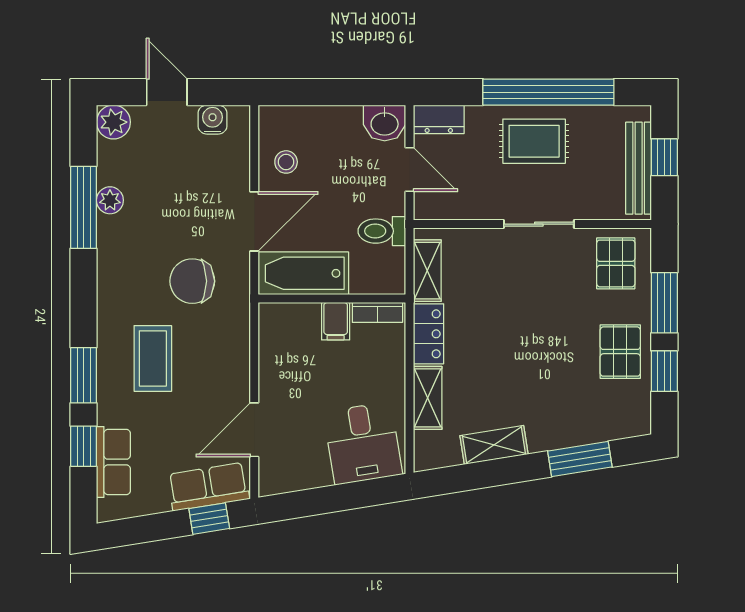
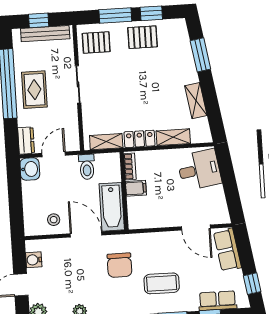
window: (209, 519) -> (252, 284), moved

